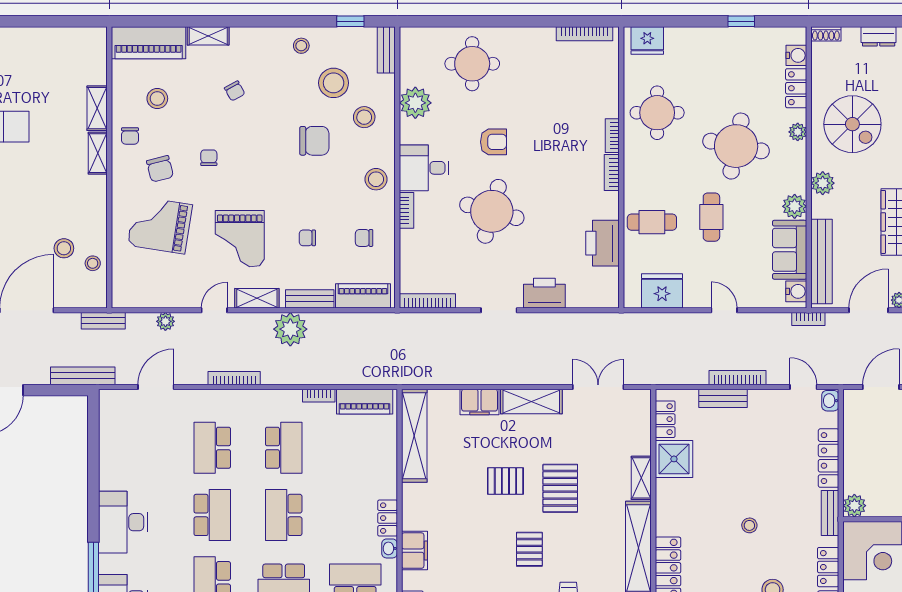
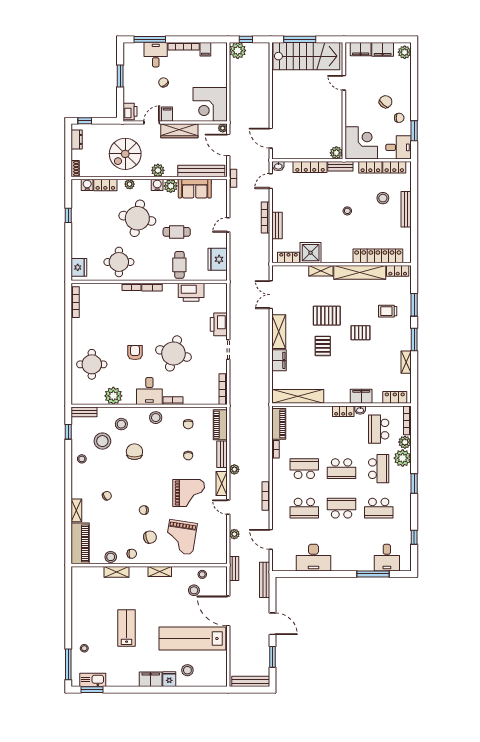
stool: (157, 98) -> (111, 557), moved
spiral stairs: (852, 124) -> (125, 154), turned 180
shelving: (98, 153) -> (160, 572), moved
water cooler: (796, 291) -> (157, 185), moved
plant: (290, 329) -> (234, 469), width x0.53, depth x0.53
desk: (123, 522) -> (313, 558), moved

